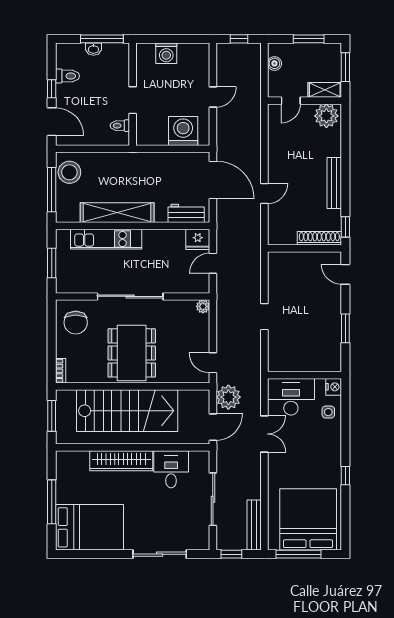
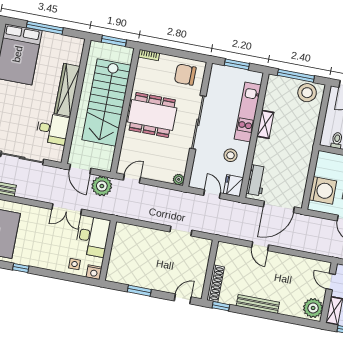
shelving: (117, 213) -> (265, 124), width x0.45, depth x0.75
stool: (162, 250) -> (231, 155), added
doorway: (264, 317) -> (181, 231), moved

